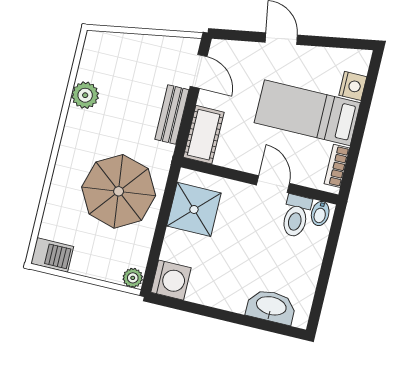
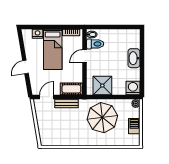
plant: (85, 95) -> (67, 140), removed
barbecue: (52, 255) -> (134, 126), moved
washbasin: (271, 307) -> (134, 58), moved

